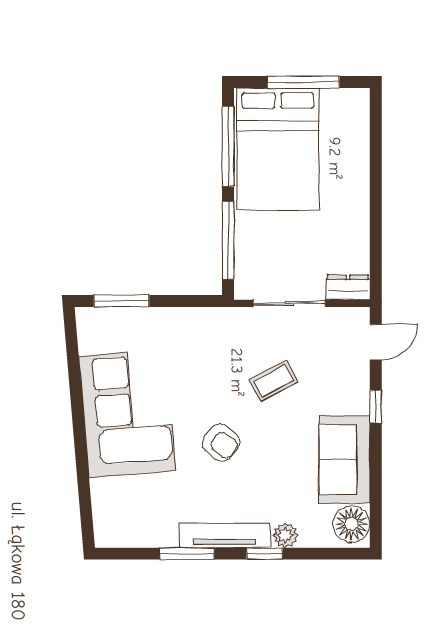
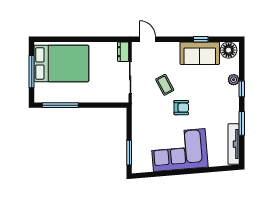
bed: (278, 149) -> (61, 63), moved
window: (228, 240) -> (102, 105), removed
window: (376, 407) -> (201, 39), moved
armchair: (221, 443) -> (181, 108), moved, turned 51
tv unit: (225, 535) -> (234, 144), moved

